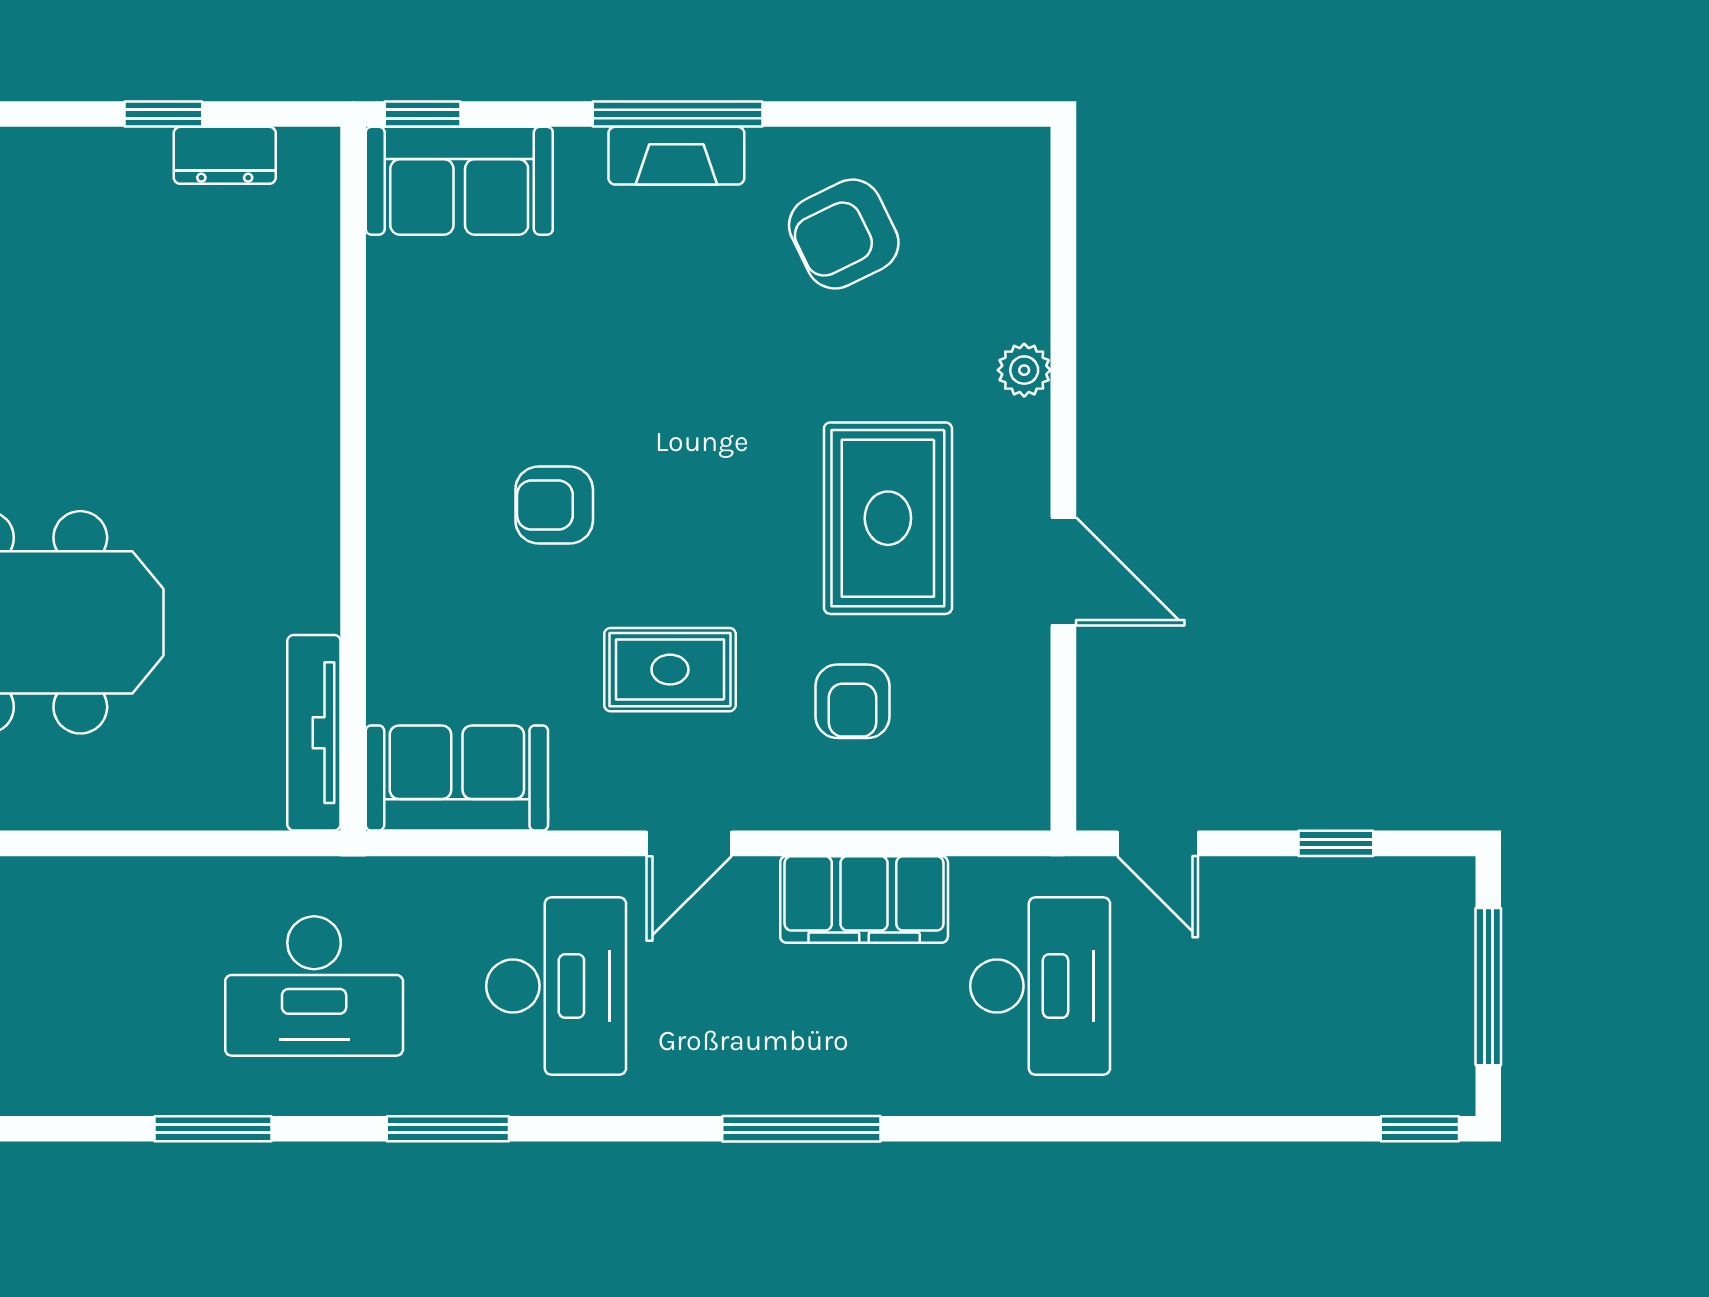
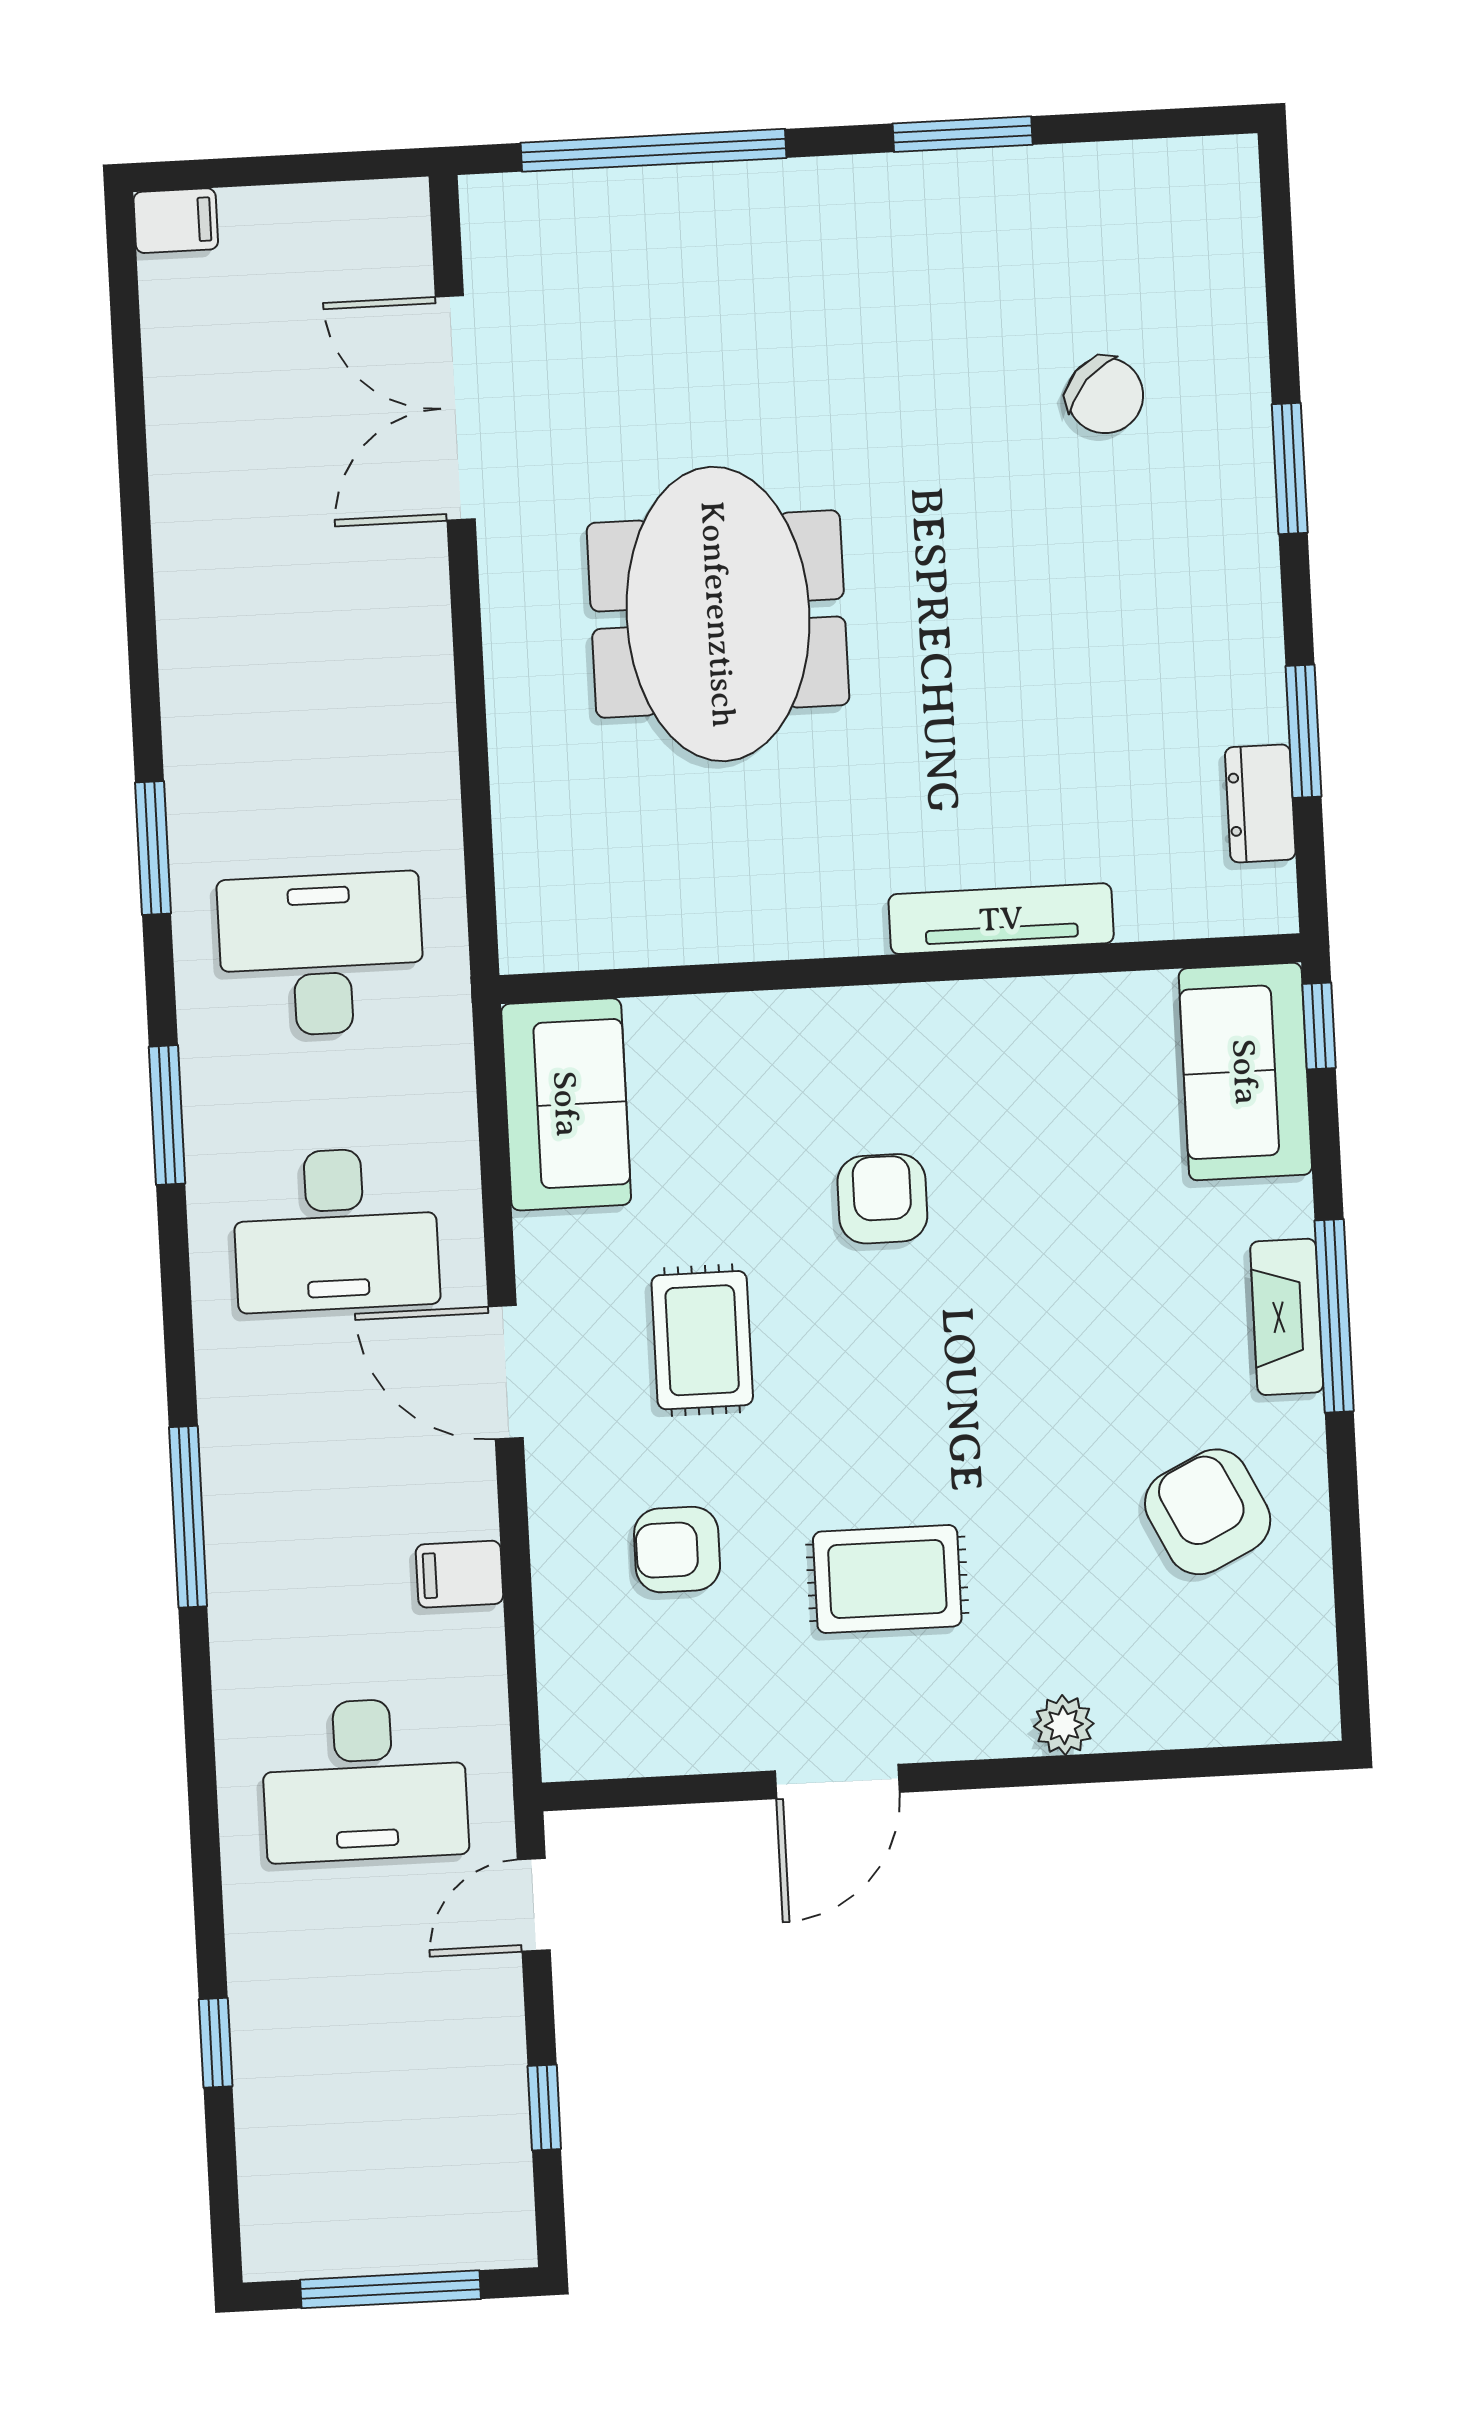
window: (163, 114) -> (1303, 731), width x1.50
rug: (888, 518) -> (887, 1579), width x0.73, depth x0.70
tv unit: (314, 733) -> (1001, 919), moved
door: (689, 843) -> (506, 1372), width x1.38
filing cabinet: (864, 899) -> (459, 1574), width x0.33, depth x0.86
desk: (314, 986) -> (321, 954), turned 90
window: (1420, 1129) -> (216, 2043), moved

